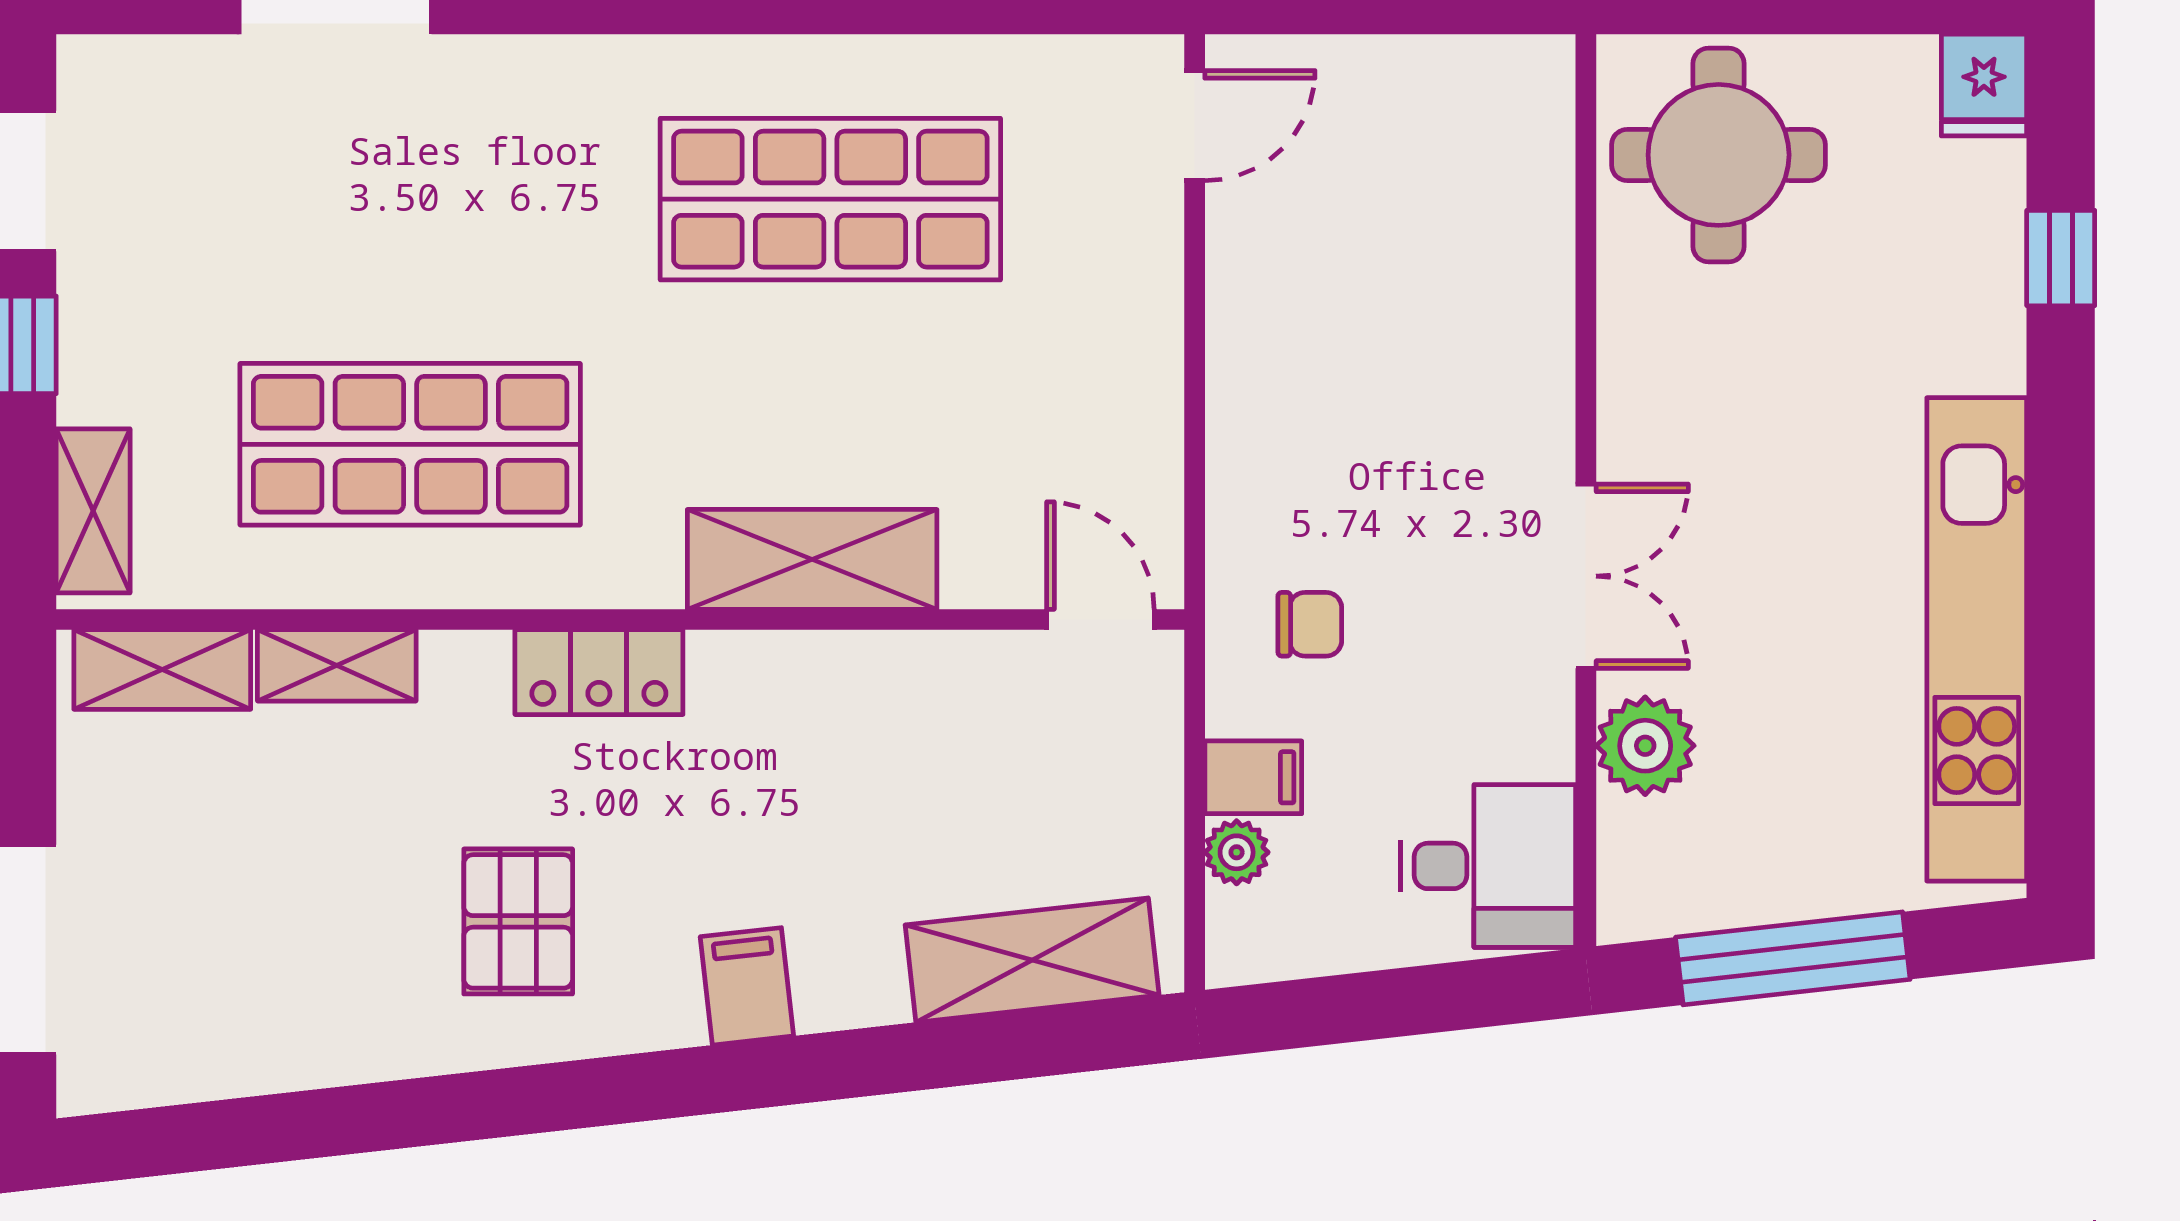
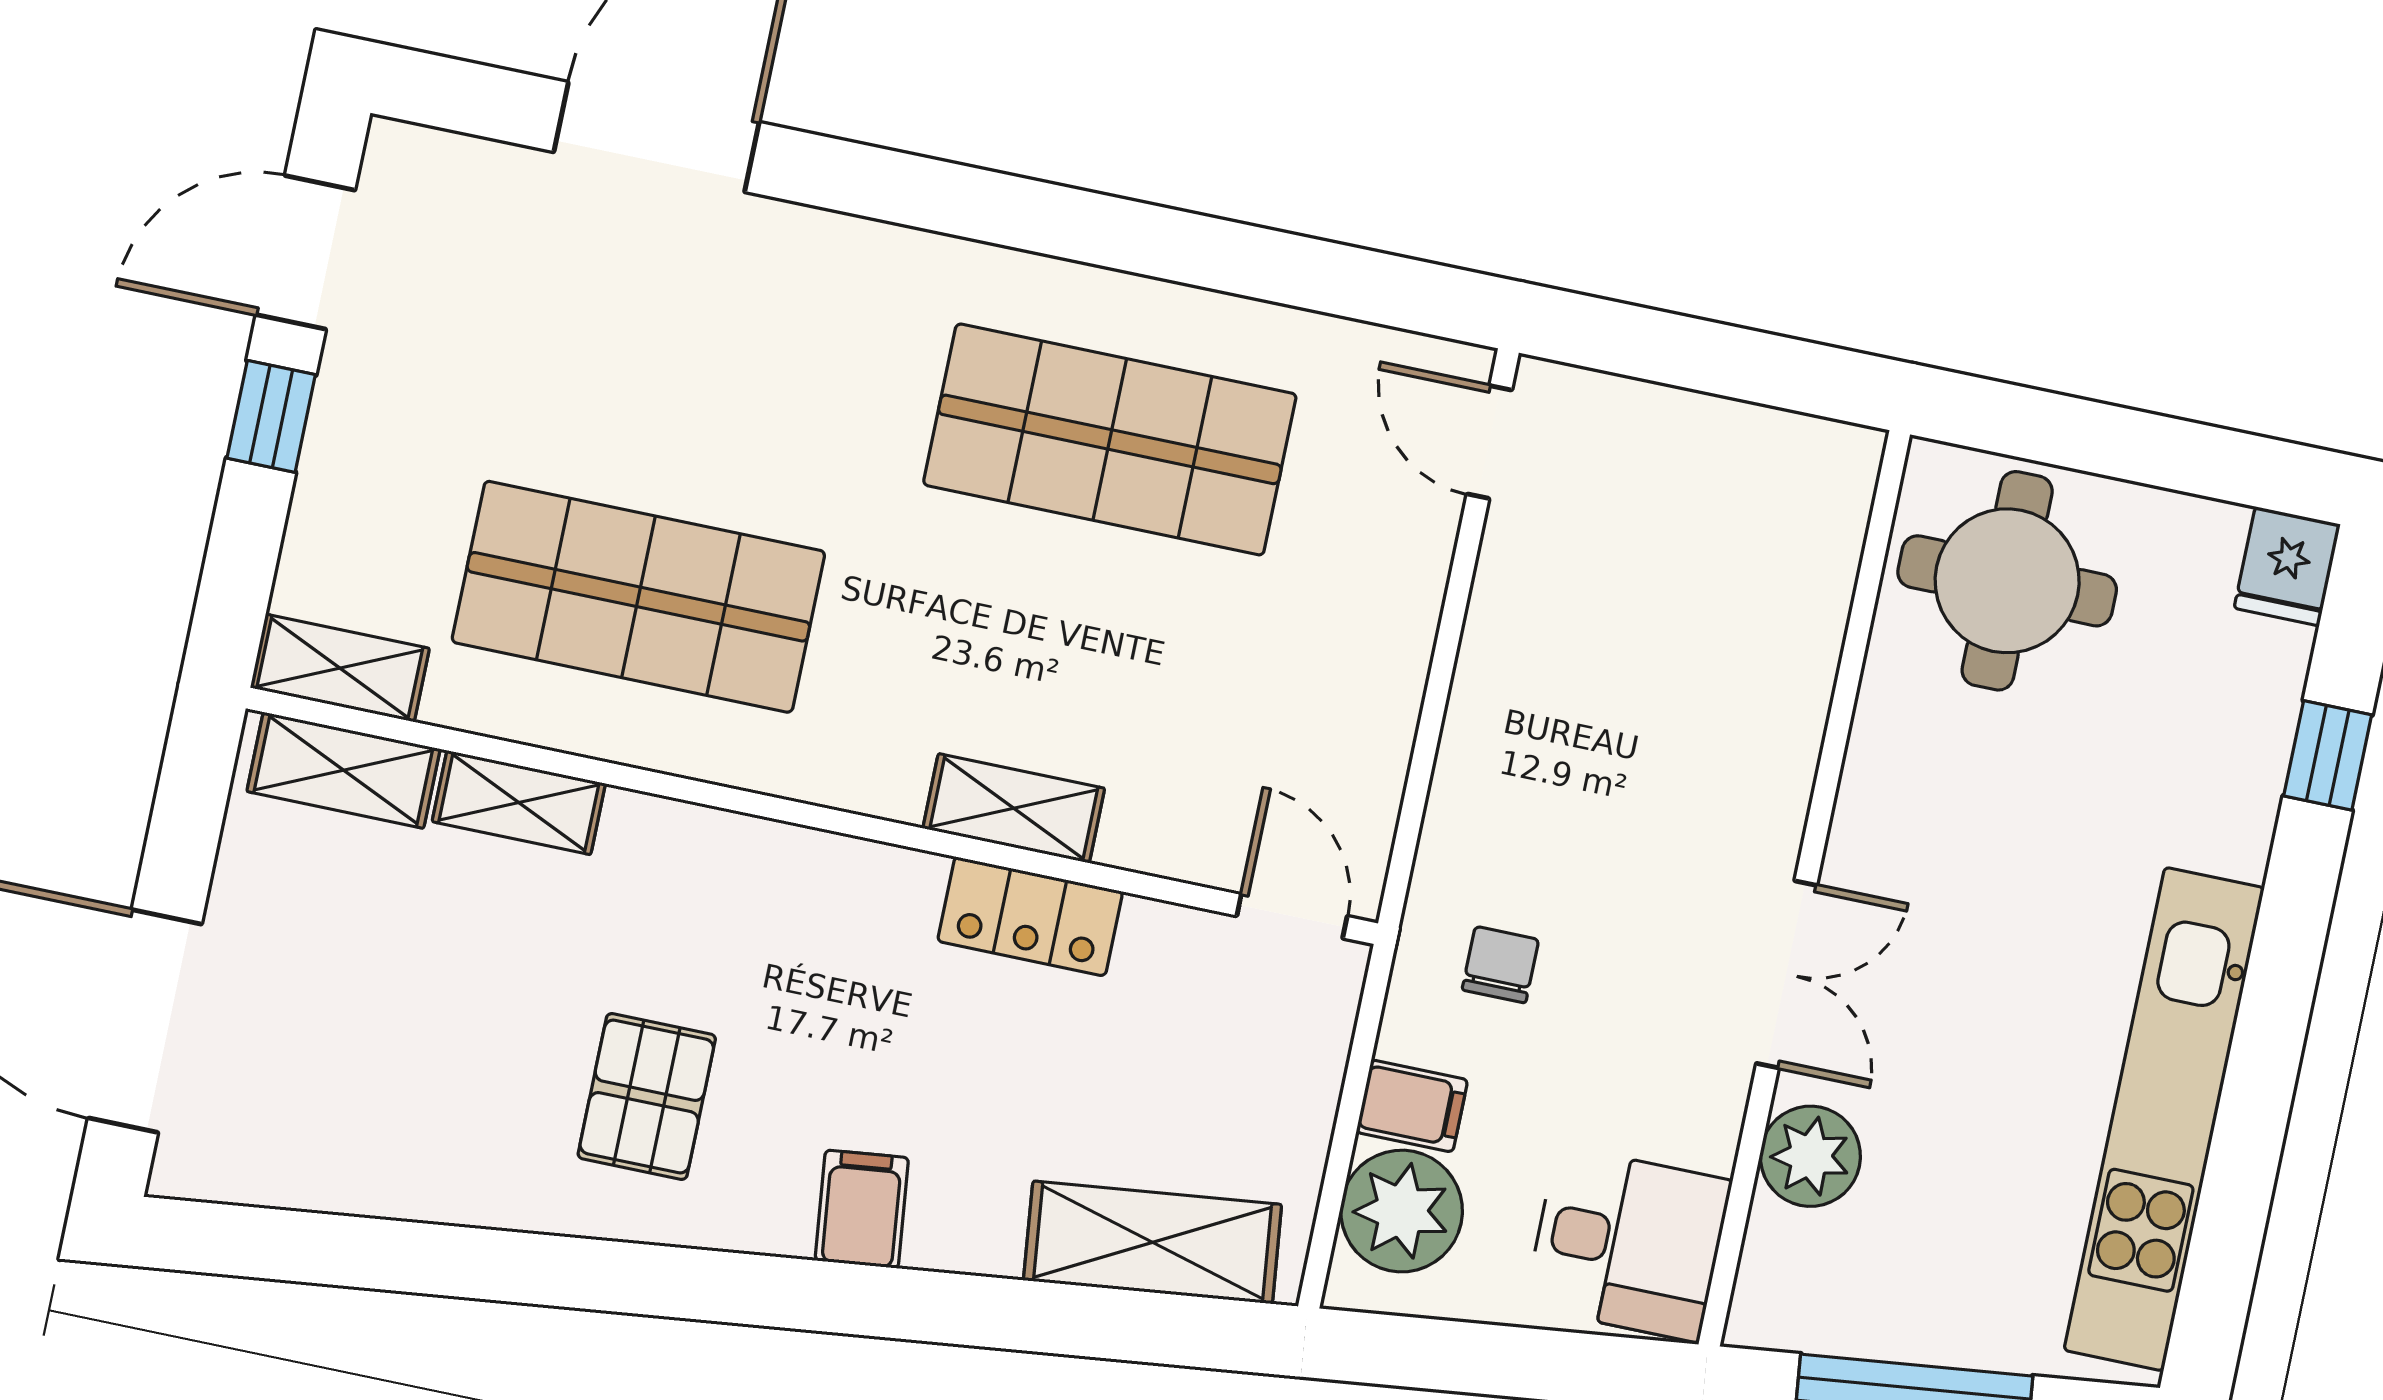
door: (1195, 126) -> (1489, 442), swing flipped
shelving: (93, 511) -> (340, 668), moved, turned 90
shelving: (812, 559) -> (1014, 808), width x0.67, depth x0.75
chair: (1310, 624) -> (1500, 965), turned -90
locker: (599, 672) -> (1030, 916), moved
plant: (1237, 852) -> (1402, 1211), width x1.88, depth x1.88

